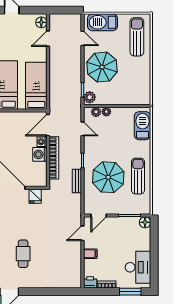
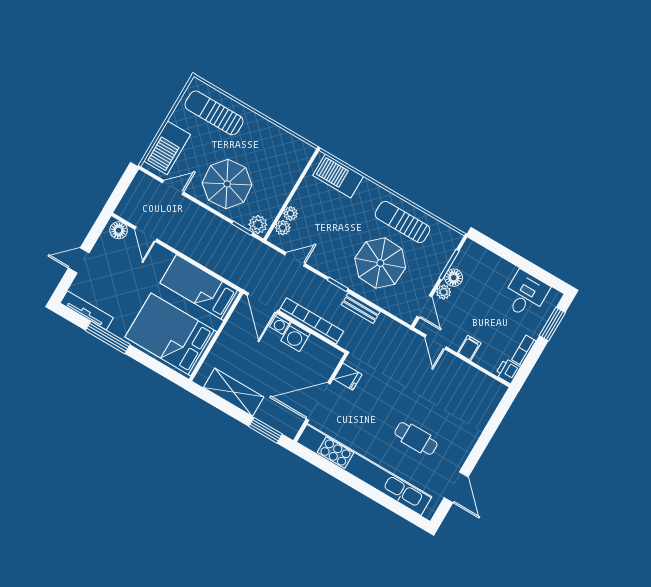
plant: (113, 221) -> (444, 292), added
floor lamp: (145, 222) -> (454, 278), moved
desk: (138, 267) -> (525, 294), width x0.73

